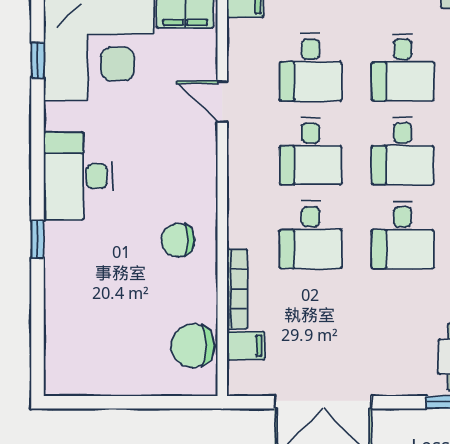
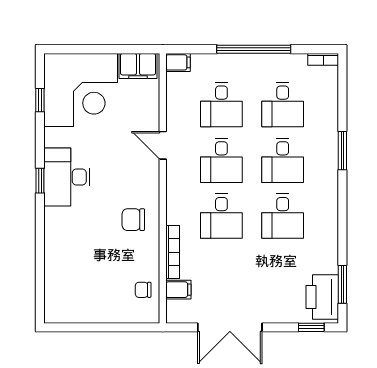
door: (222, 102) -> (163, 145), moved
window: (37, 239) -> (40, 181), moved
chair: (193, 346) -> (143, 290), width x0.54, depth x0.54

